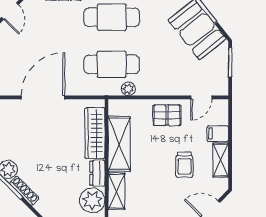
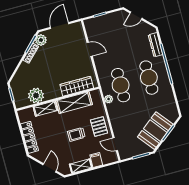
door: (43, 97) -> (90, 49), width x0.53
trolley: (184, 165) -> (76, 134), moved
dresser: (97, 173) -> (53, 94), removed

